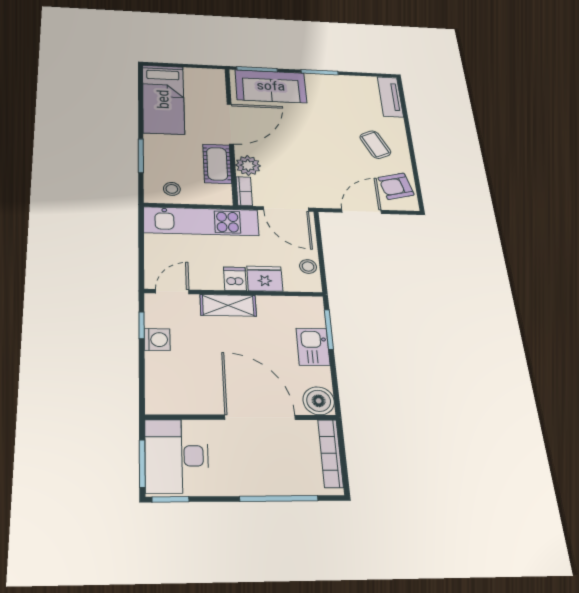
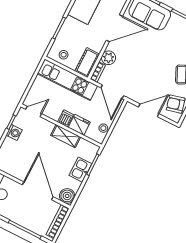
cot: (217, 164) -> (87, 63), moved
shelving: (228, 305) -> (66, 136), moved

